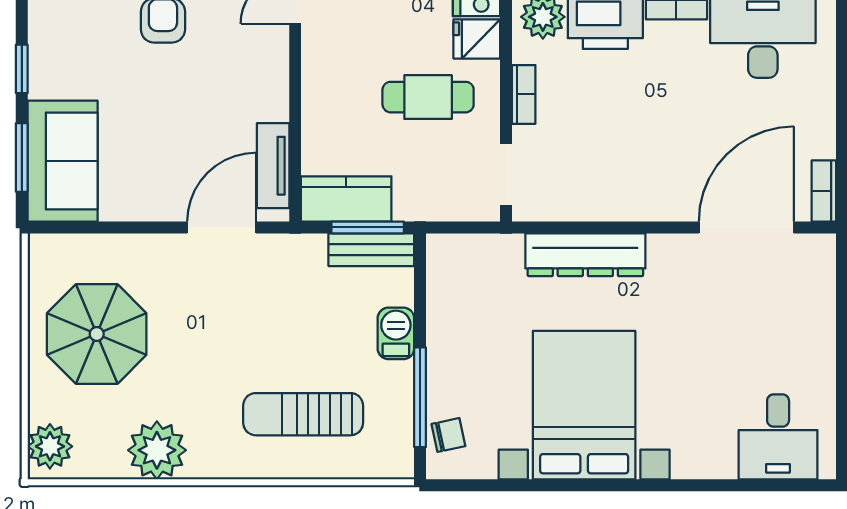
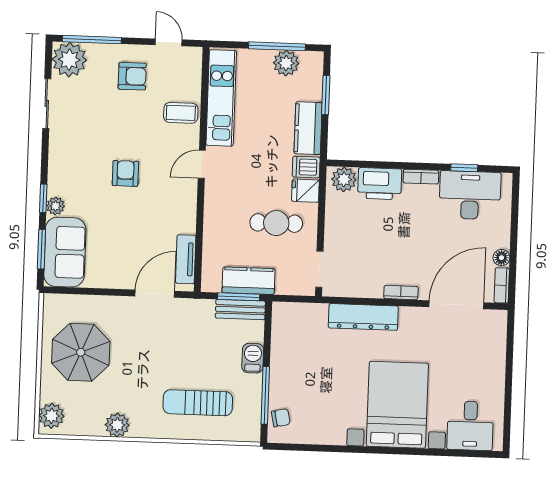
plant: (44, 82) -> (55, 206), added
bookcase: (524, 94) -> (401, 293), moved, turned -90
floor lamp: (822, 143) -> (501, 258), added
kitchen counter: (346, 199) -> (249, 281), moved
bed with nightstands: (584, 405) -> (397, 405), moved
plant: (157, 450) -> (117, 425), width x0.73, depth x0.73

